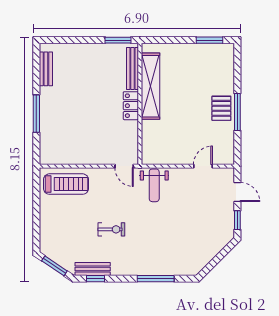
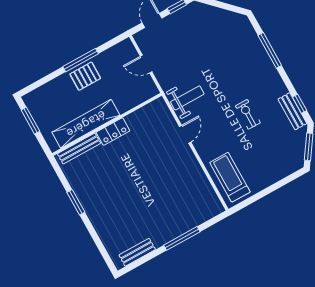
bench: (132, 68) -> (79, 149), moved
shelving: (150, 86) -> (86, 124), moved
wall: (140, 104) -> (107, 124), moved
locker: (131, 106) -> (113, 132), moved

